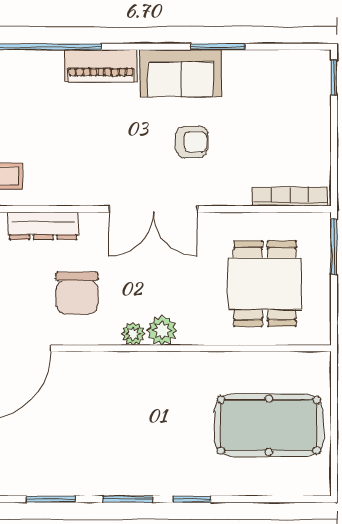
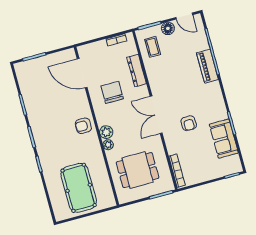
piano: (101, 66) -> (207, 66), moved
sofa: (181, 73) -> (224, 139), moved
chair: (77, 293) -> (112, 92), turned 90
plant: (133, 334) -> (108, 145), moved
armchair: (134, 378) -> (83, 126), added

